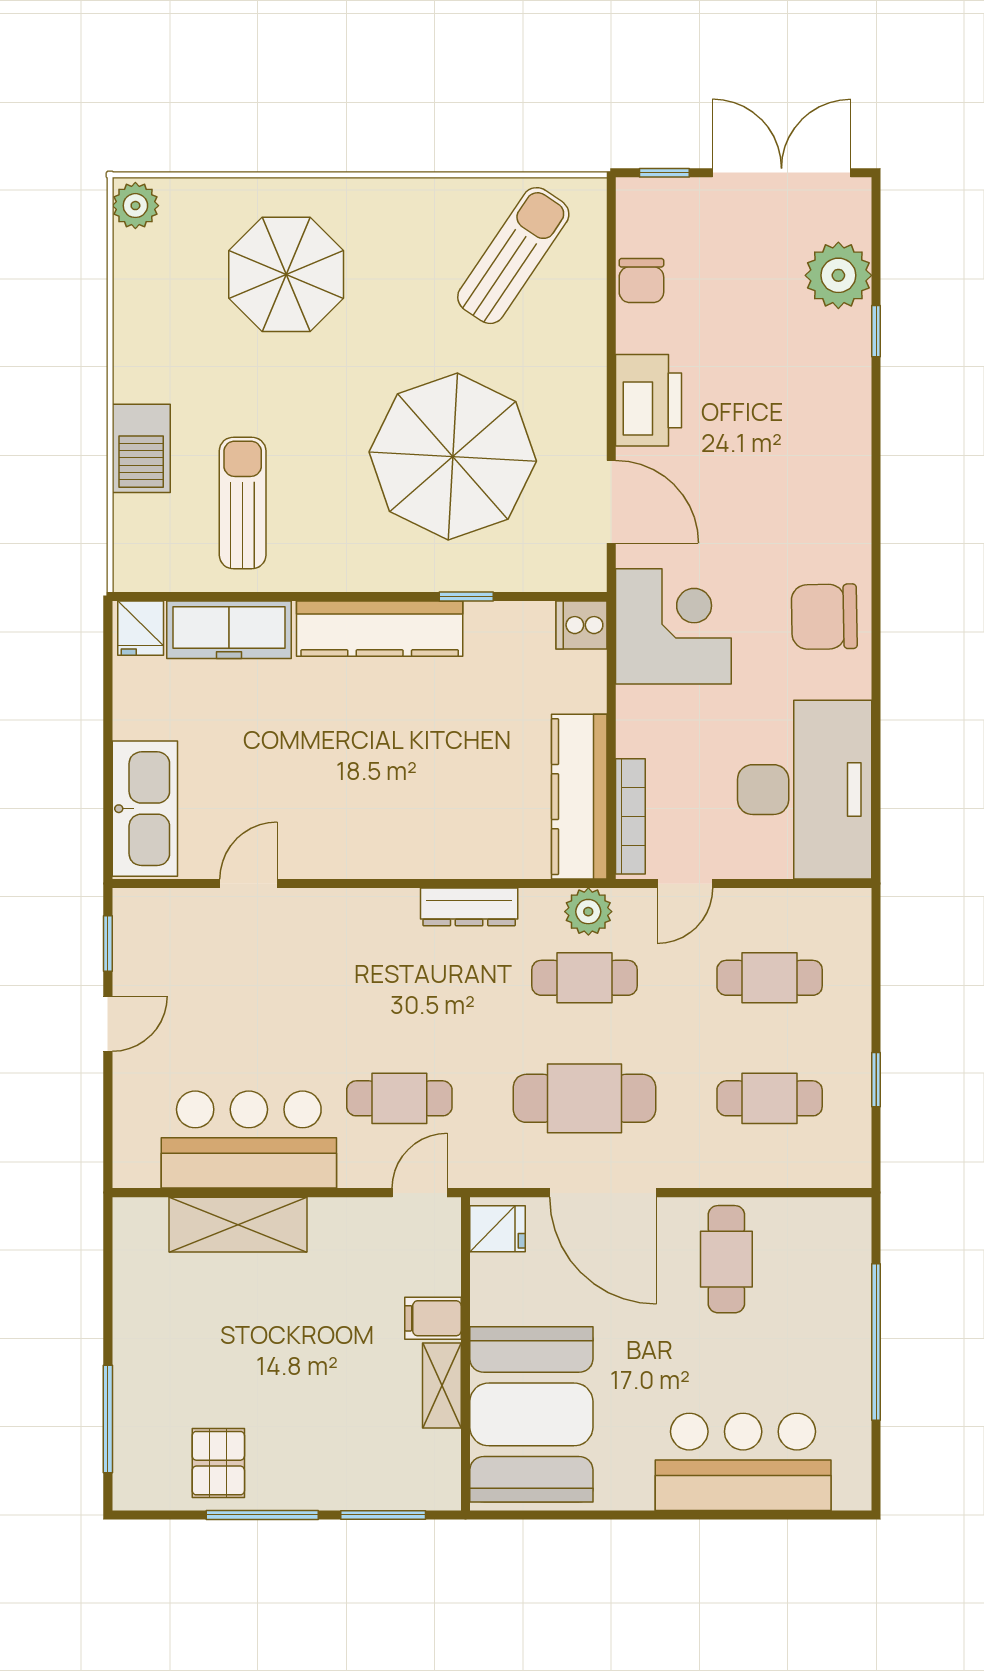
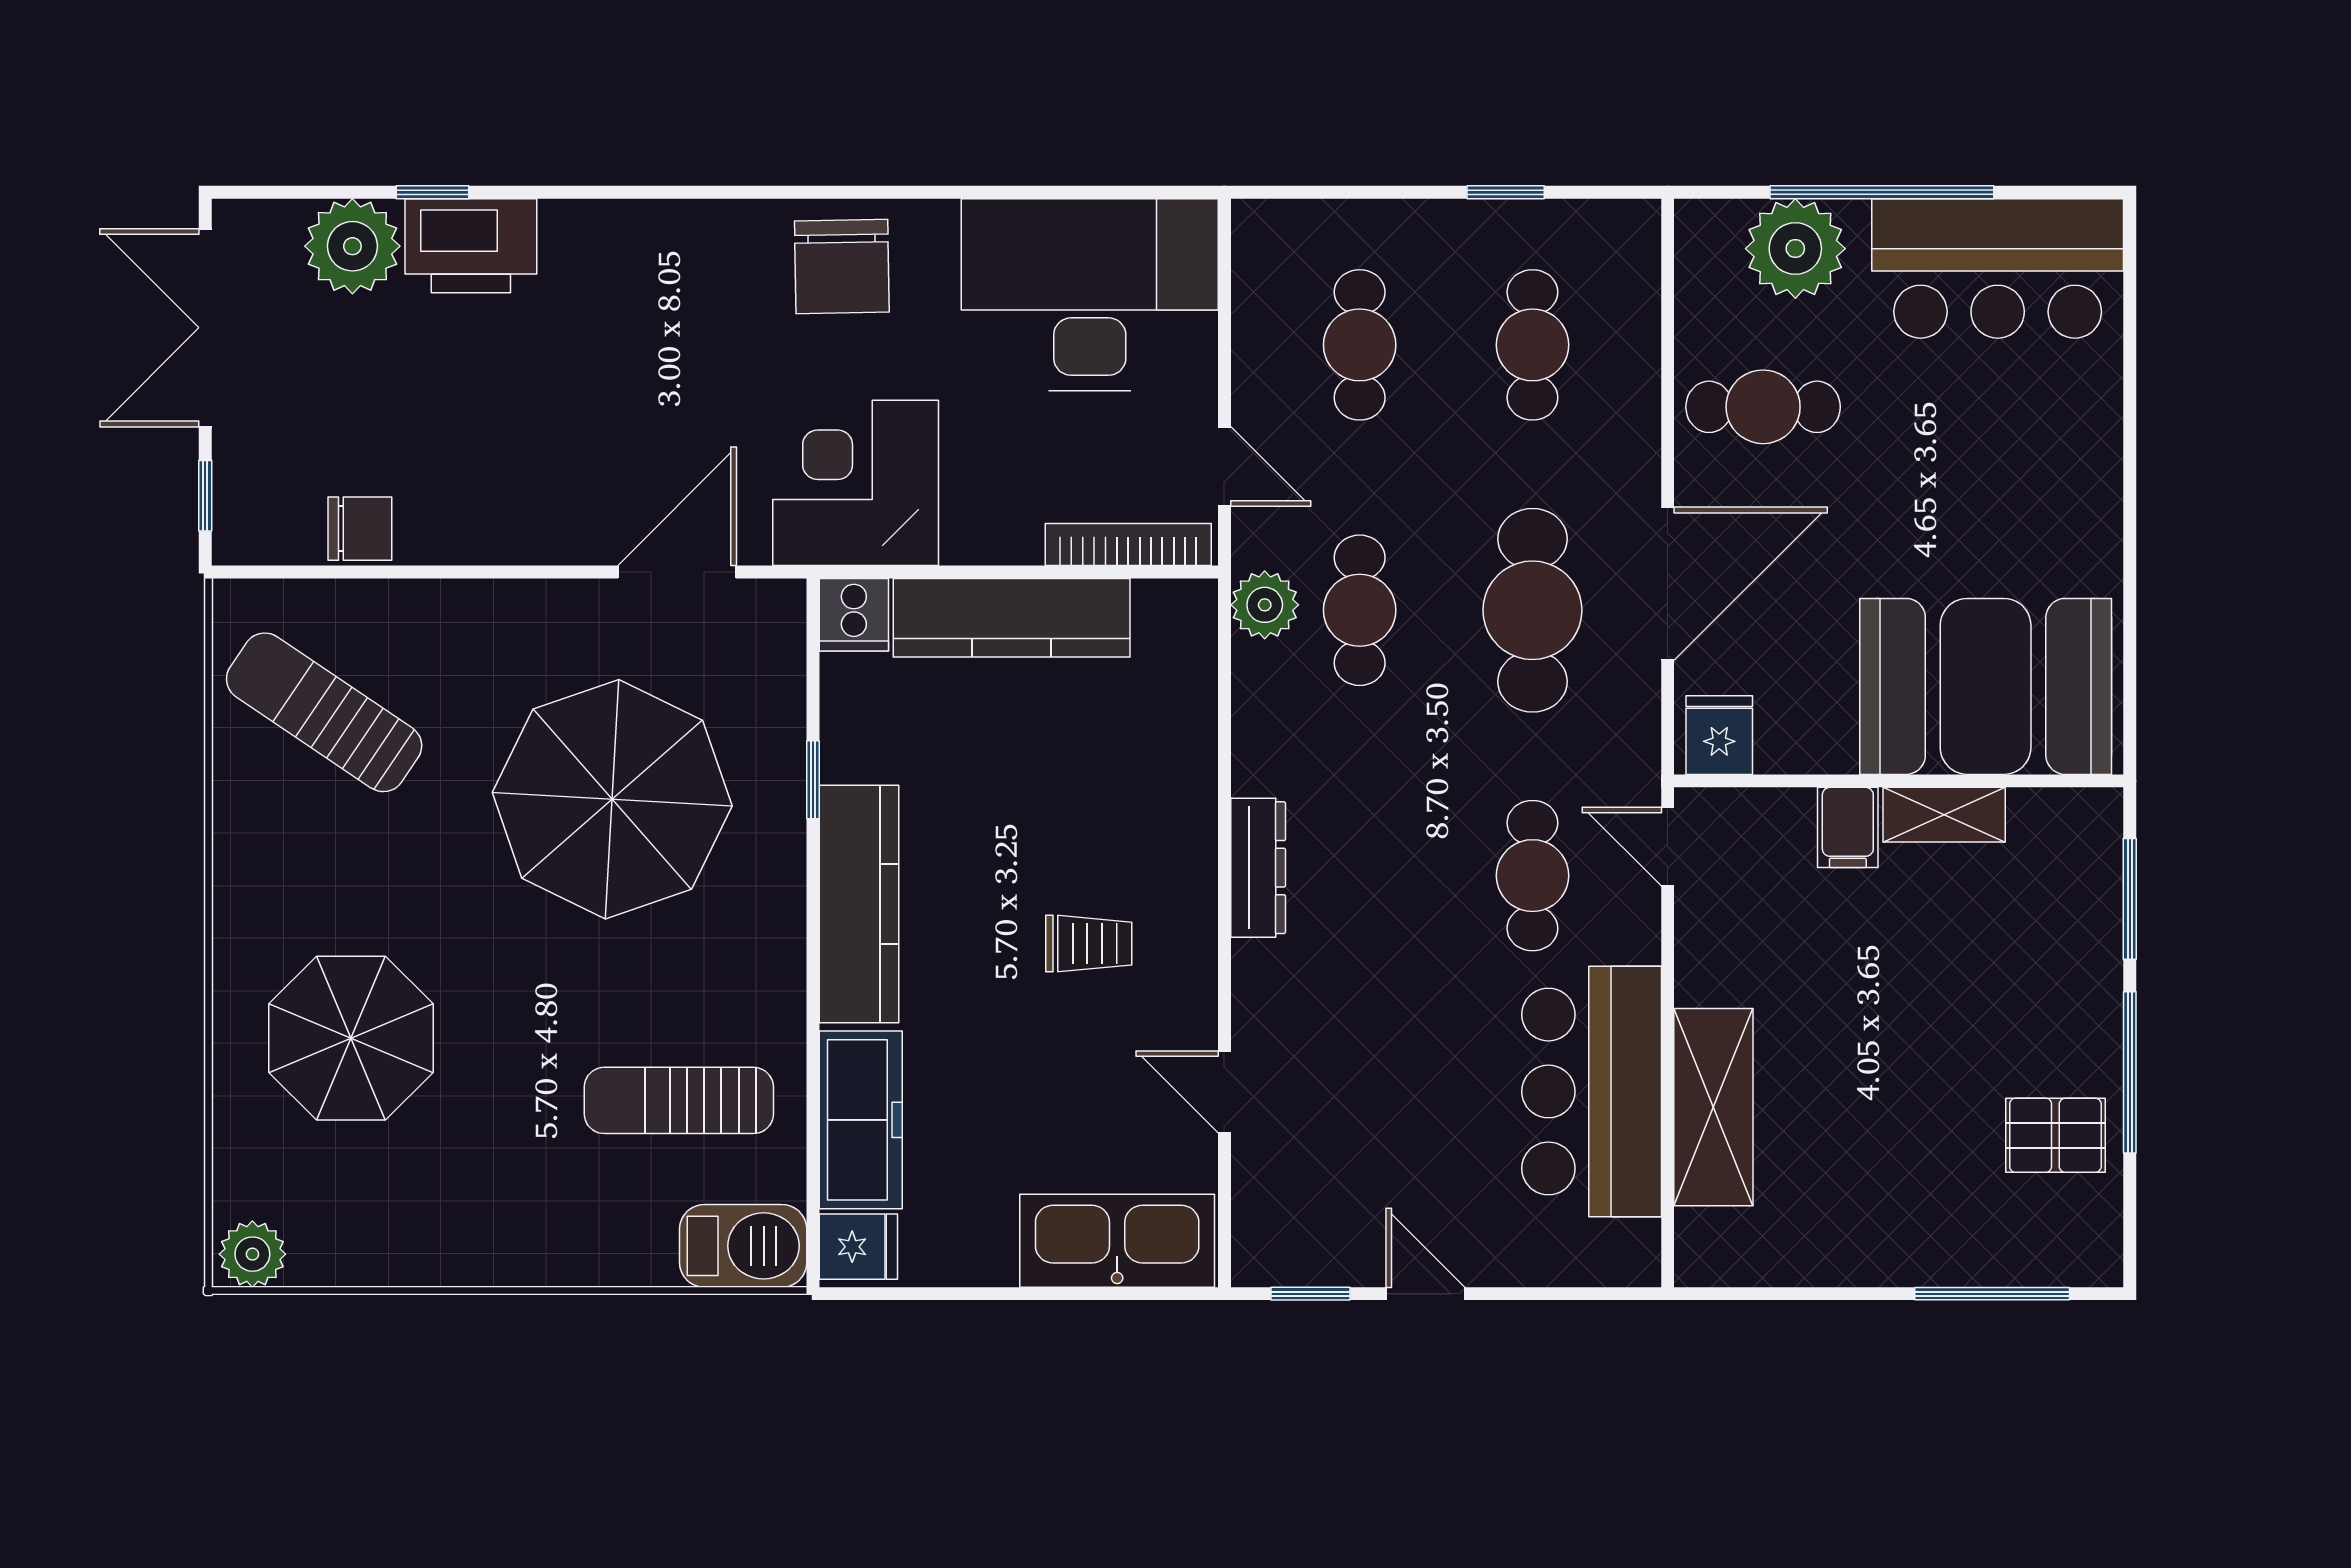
printer: (649, 400) -> (471, 246), moved, turned 180
barbecue: (141, 448) -> (743, 1246), moved
trolley: (352, 789) -> (1089, 944), added
kitchen counter: (579, 797) -> (1012, 618), moved
dresser: (469, 907) -> (1258, 868), moved
plant: (837, 1282) -> (1795, 249), added
bar counter: (743, 1462) -> (1998, 268), moved, turned -90

